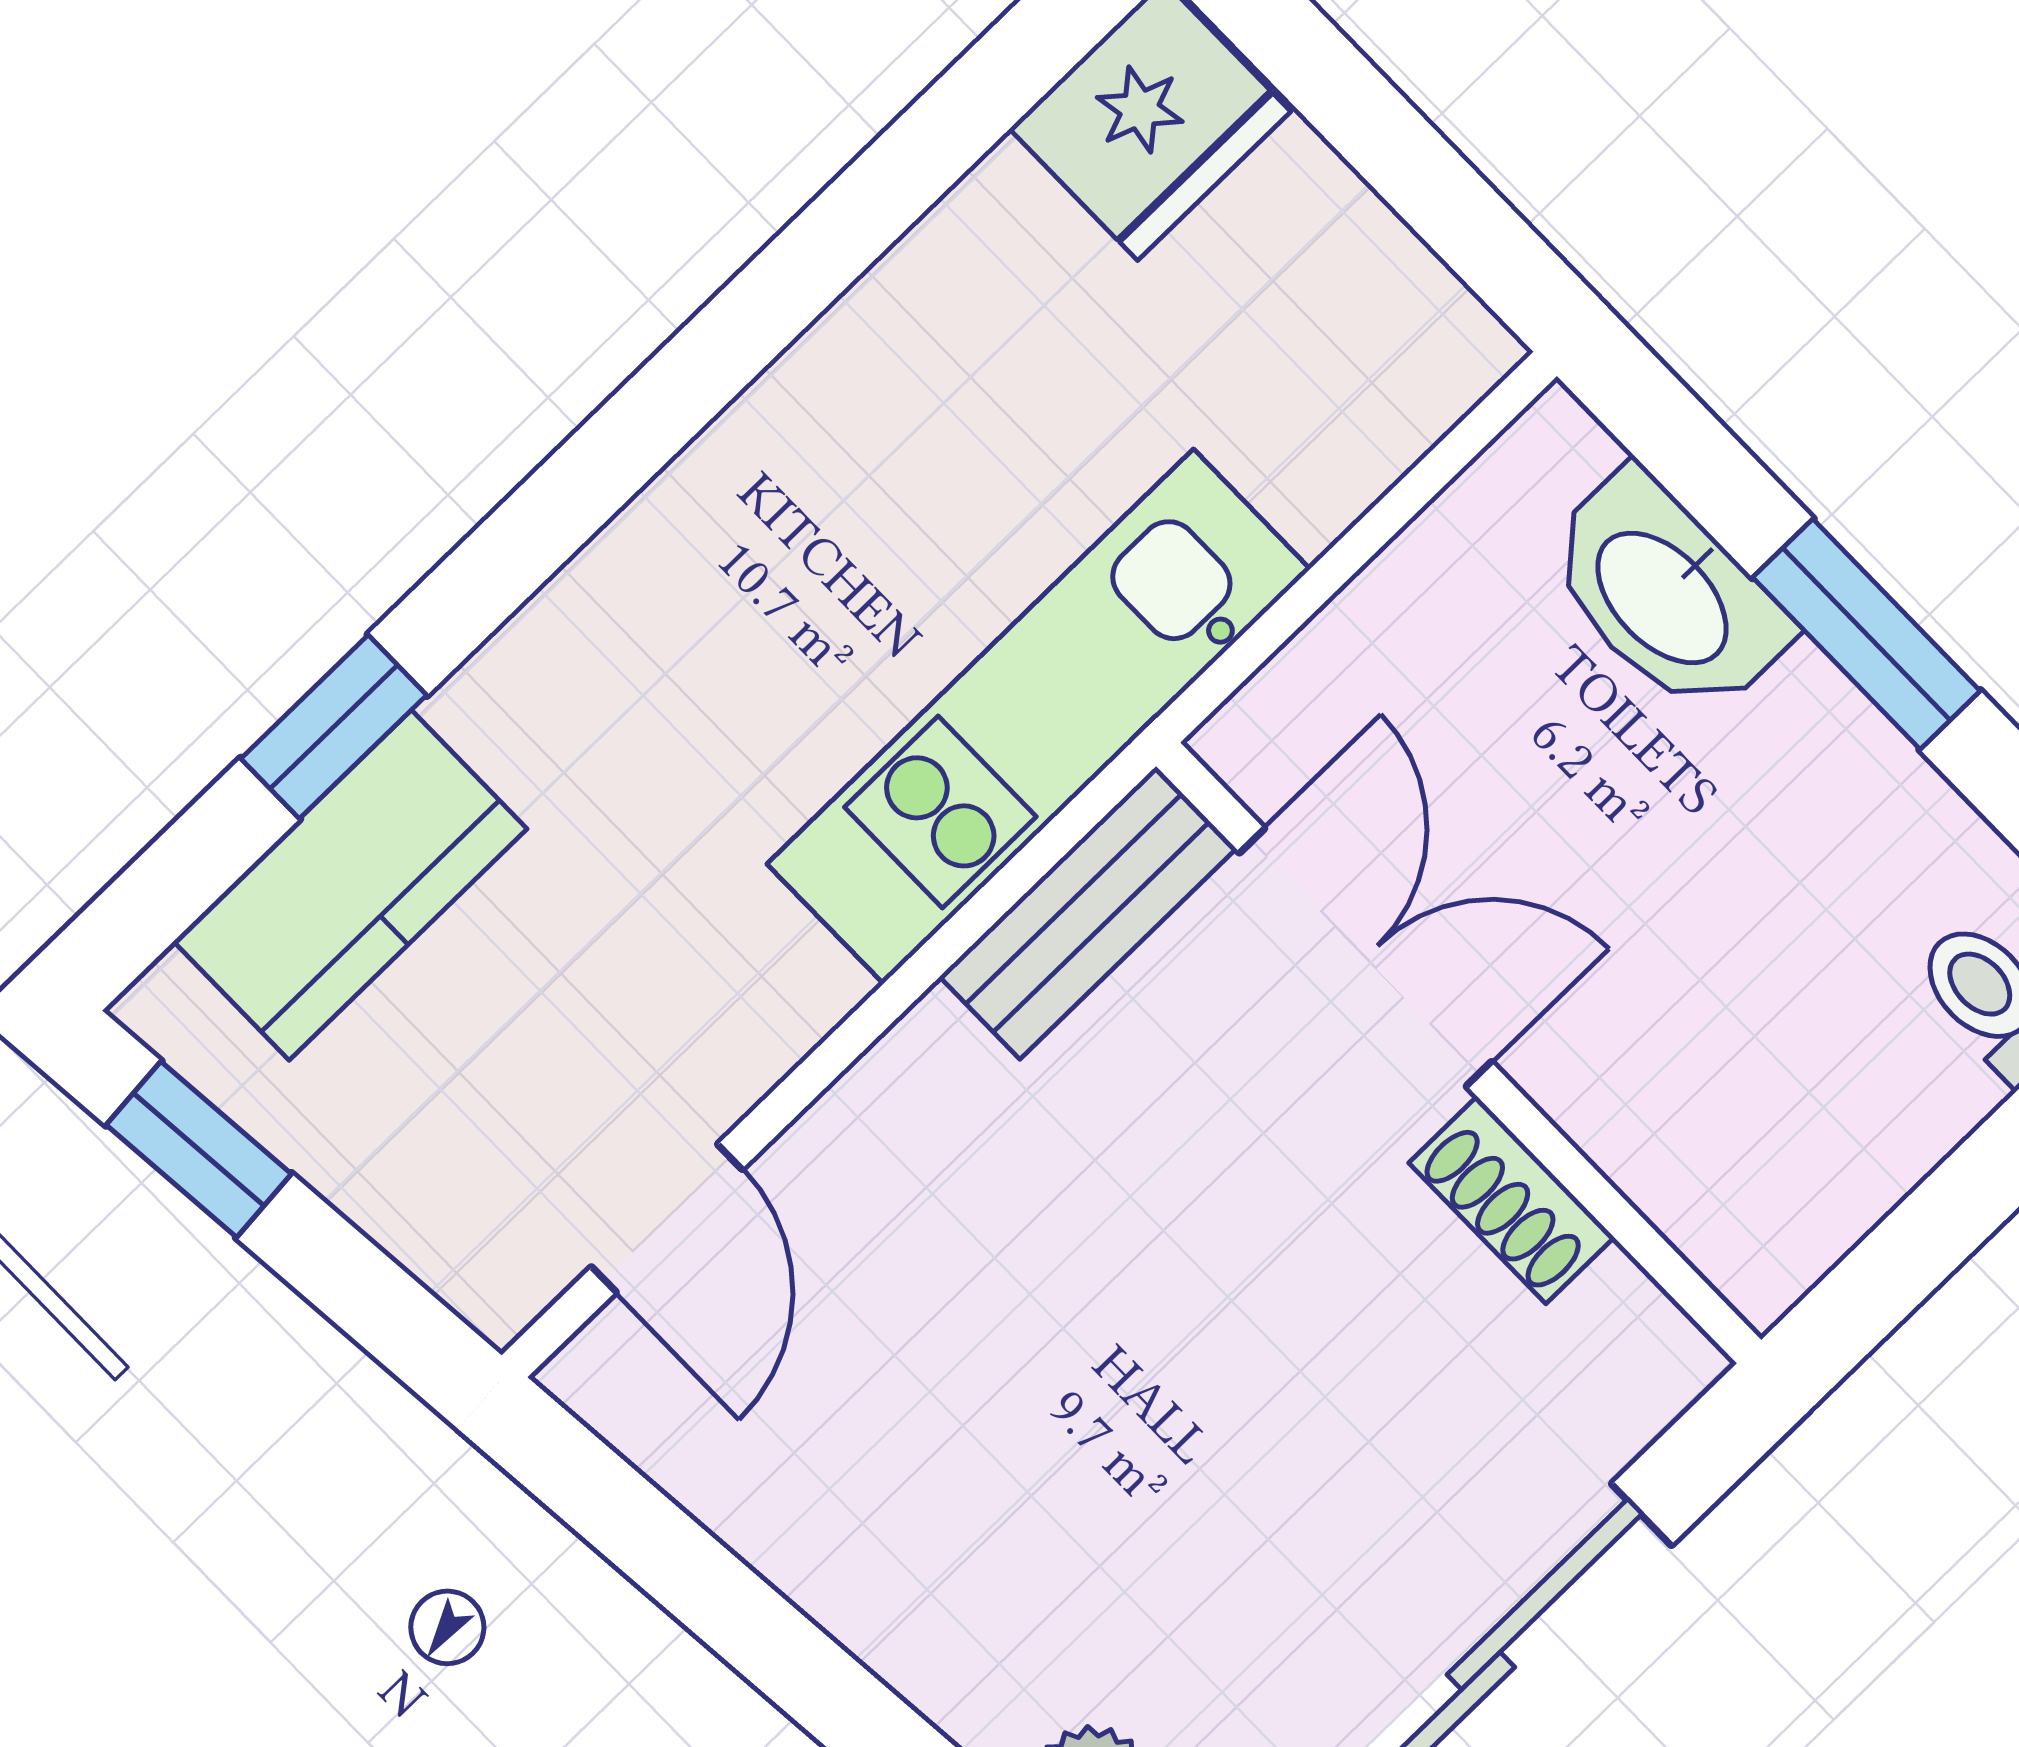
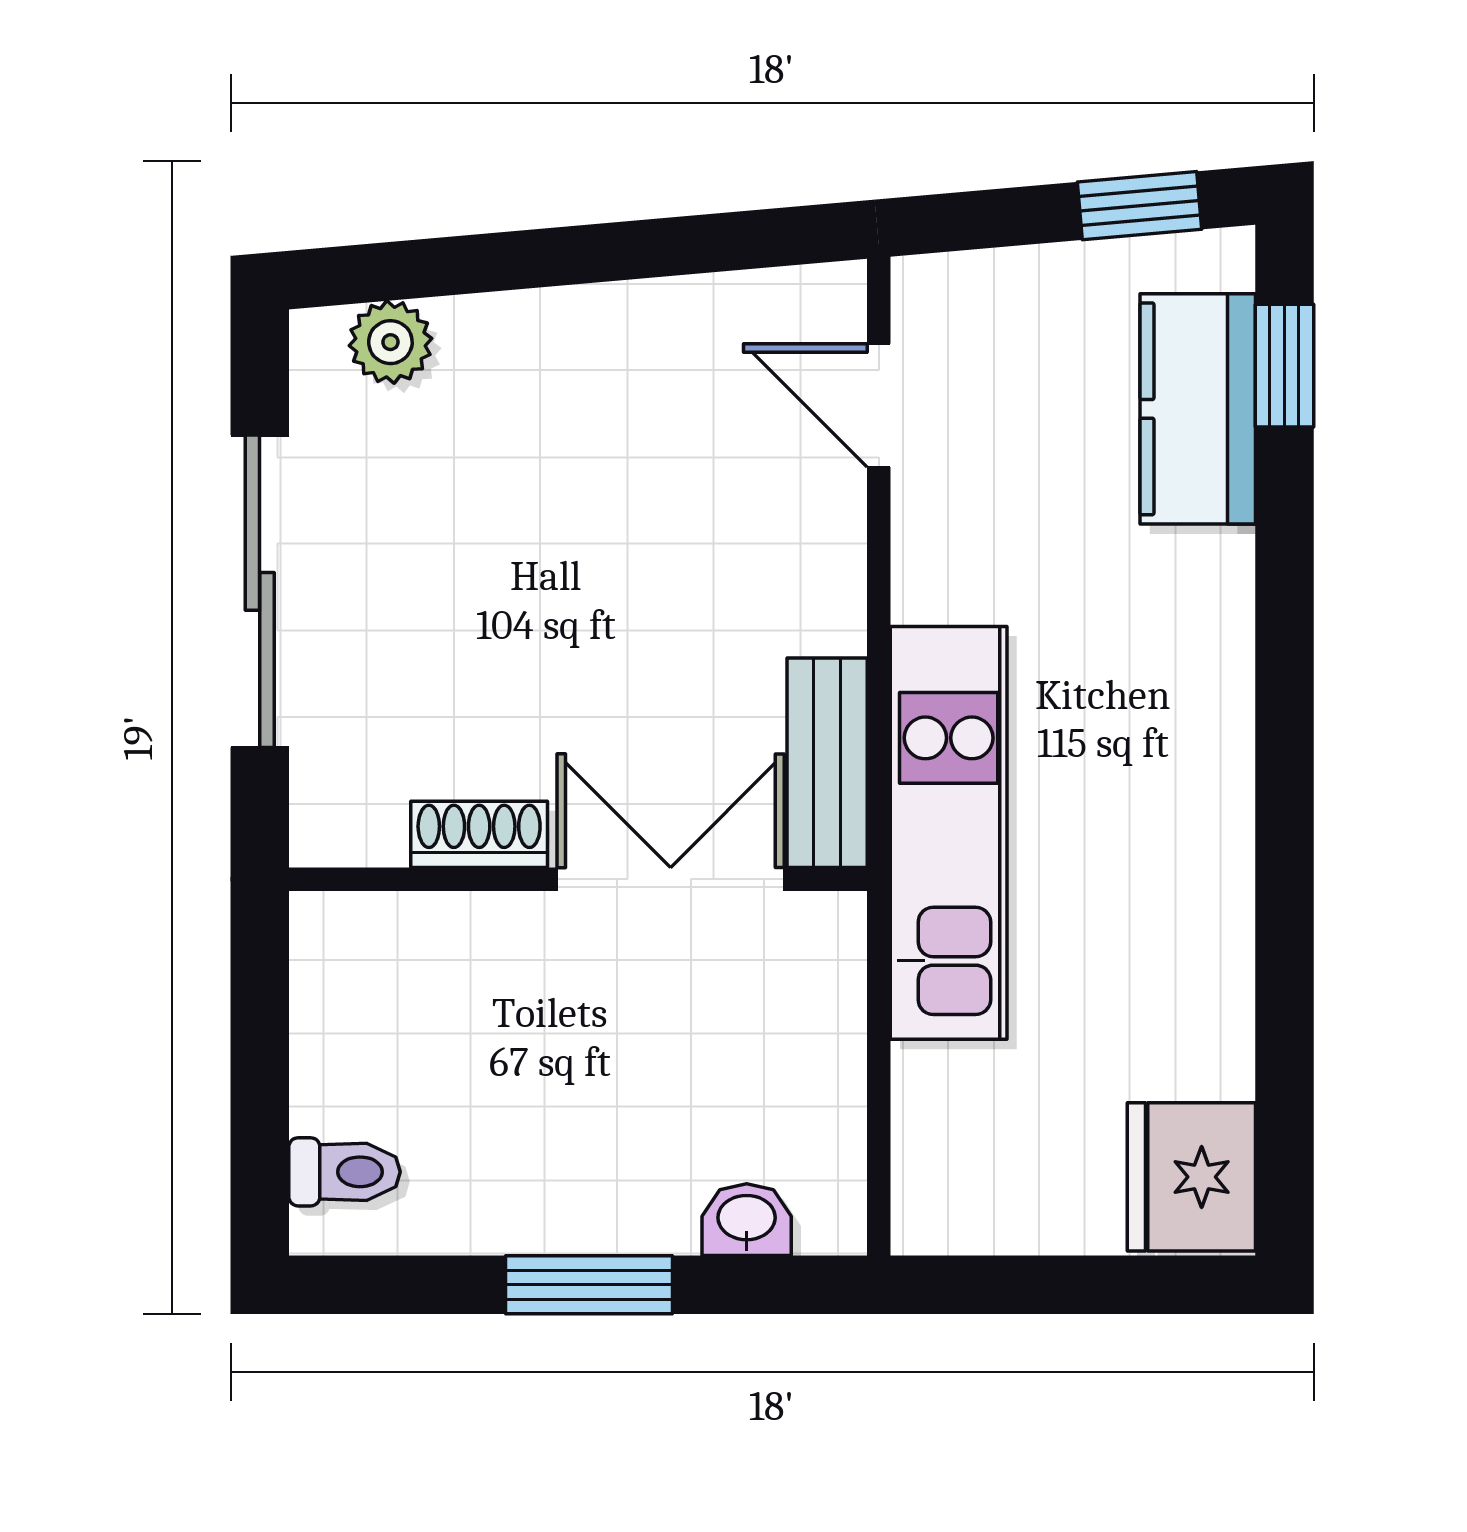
washbasin: (1665, 595) -> (747, 1220), width x0.52, depth x0.69
window: (334, 727) -> (1284, 366), moved
double door: (1366, 957) -> (671, 879), swing flipped

